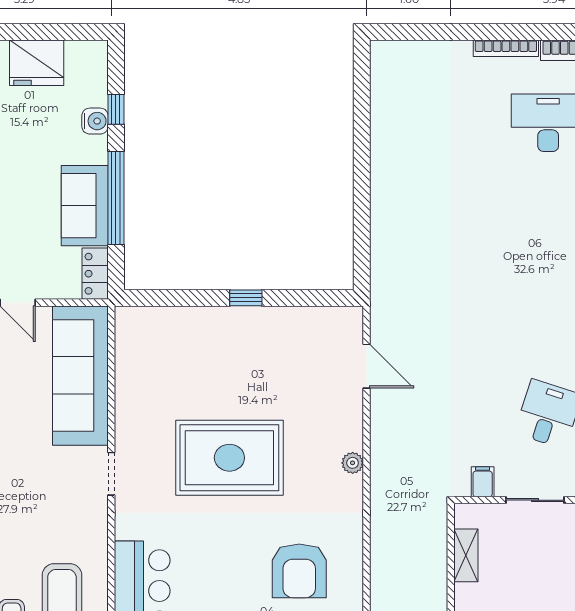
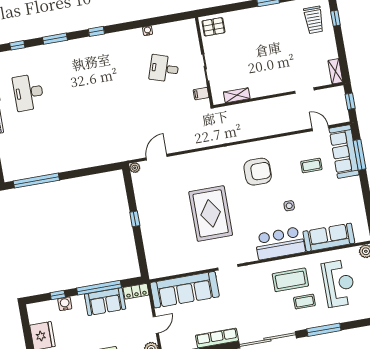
window: (362, 107) -> (36, 181), added
plant: (353, 463) -> (135, 168), moved

